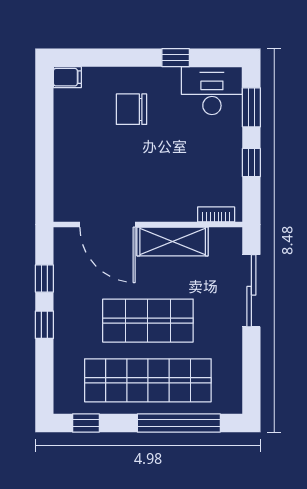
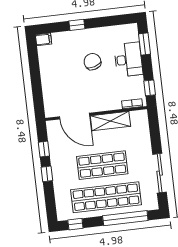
window: (176, 58) -> (77, 25), moved
desk: (212, 91) -> (128, 60), moved, turned 90
chair: (131, 109) -> (92, 62), moved, turned 74
window: (251, 163) -> (150, 88), moved
sliding door: (251, 291) -> (160, 173), moved

